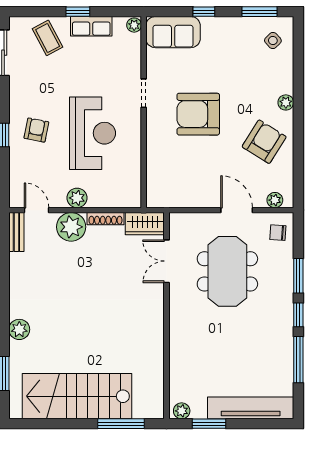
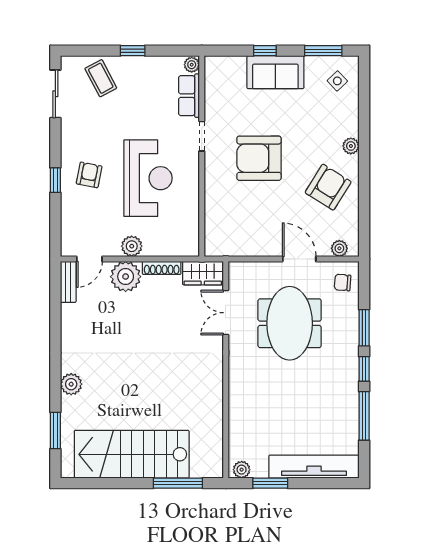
row of seats: (91, 26) -> (189, 96), moved, turned 90
sofa: (173, 32) -> (275, 72), moved
door: (37, 210) -> (89, 259), swing flipped

